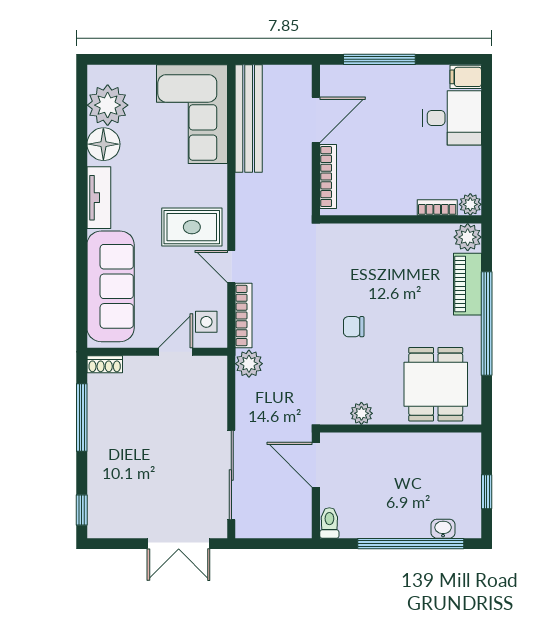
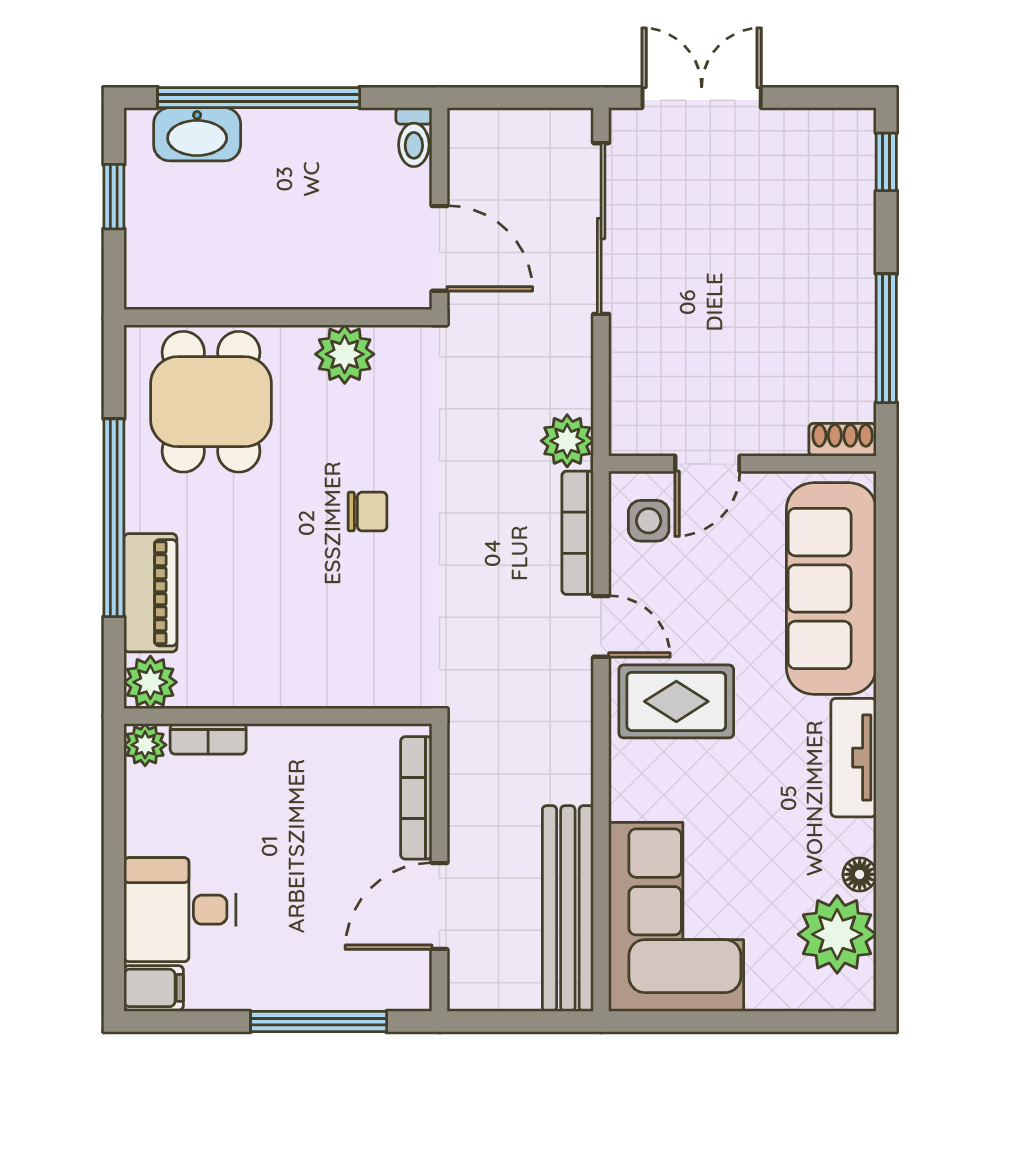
floor lamp: (103, 144) -> (860, 874), width x0.53, depth x0.53
plant: (361, 413) -> (345, 354), width x1.38, depth x1.38
washbasin: (443, 529) -> (197, 134), width x1.91, depth x1.45

